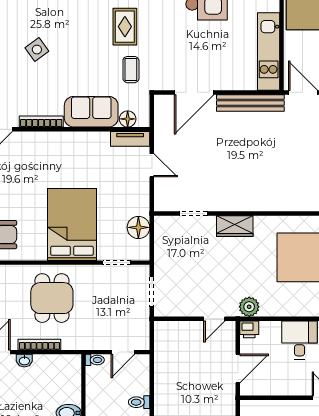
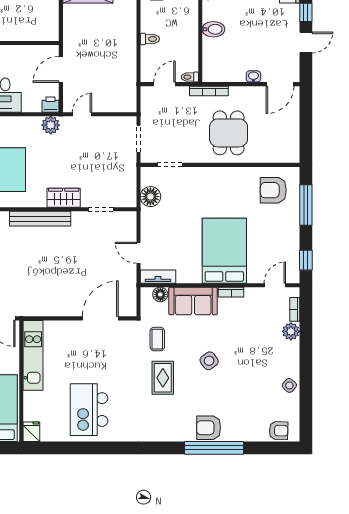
side table: (37, 50) -> (209, 361), moved
bench: (250, 103) -> (40, 219), moved
bookcase: (41, 122) -> (231, 292), width x0.64
bed: (72, 224) -> (224, 251), moved, turned 180
bookcase: (39, 345) -> (209, 91), moved

